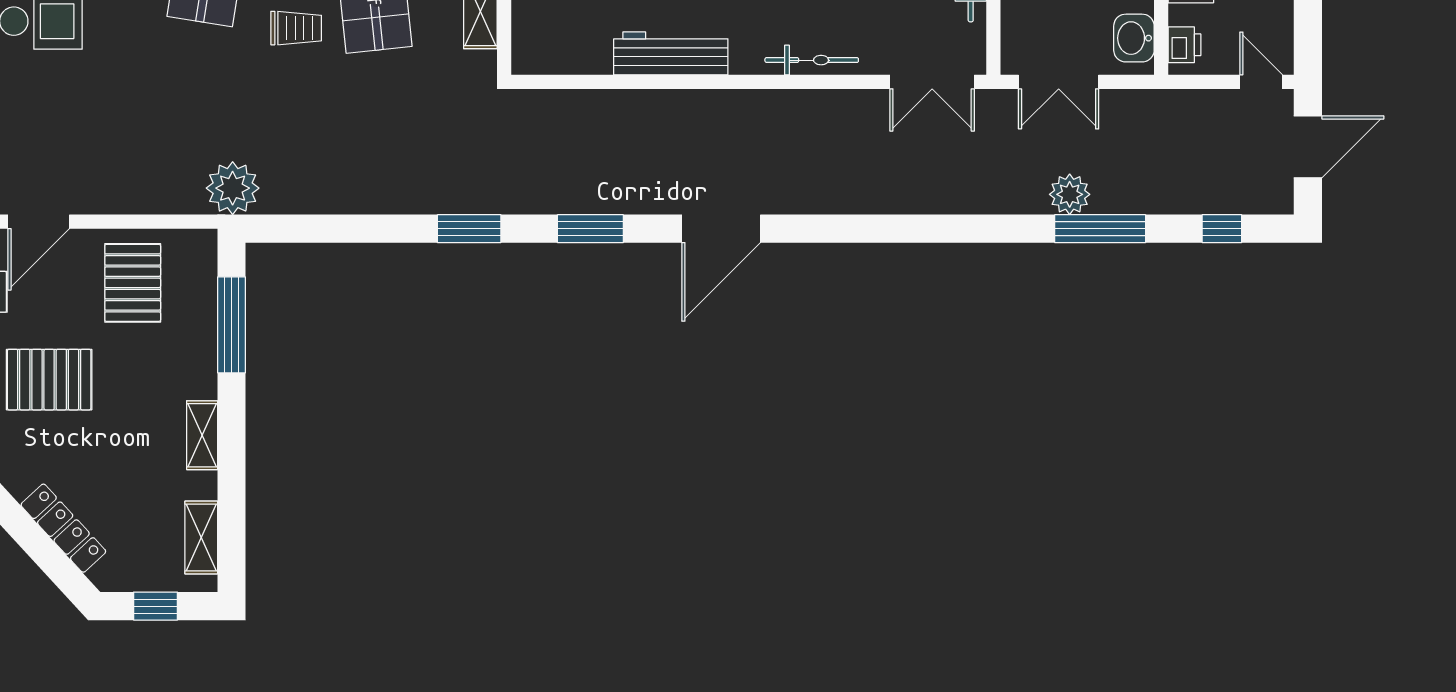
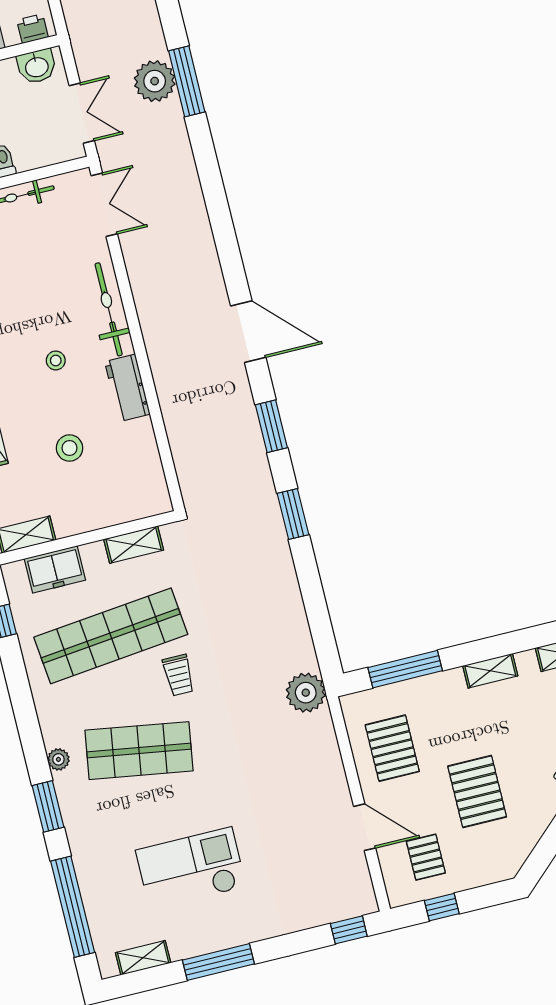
trolley: (296, 28) -> (178, 675), turned 180
workbench: (671, 53) -> (127, 388), width x0.73
bicycle: (812, 60) -> (109, 309), width x1.37, depth x1.40
plant: (1070, 194) -> (155, 81), width x1.36, depth x1.36
window: (1100, 229) -> (187, 81), moved
pallet: (133, 283) -> (392, 748), turned 90

